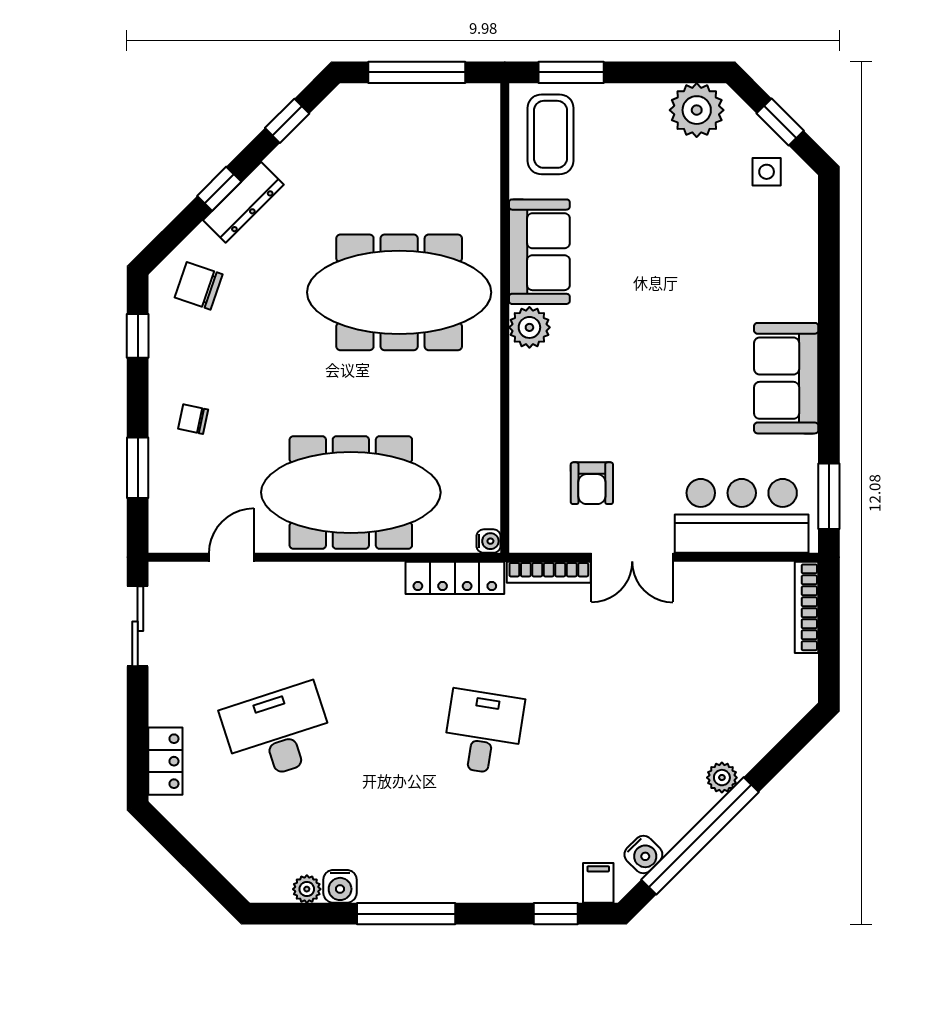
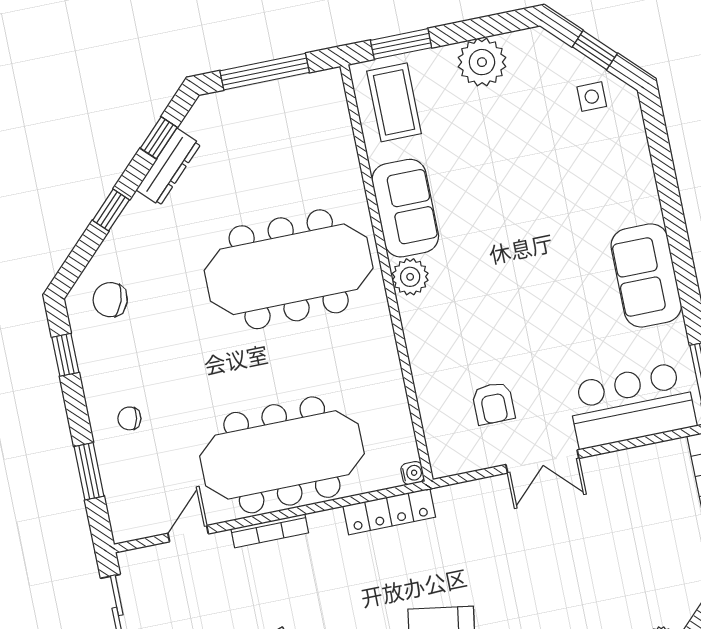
plant: (697, 110) -> (482, 62), moved
dresser: (243, 202) -> (168, 167), moved
bookcase: (549, 572) -> (270, 531), moved

